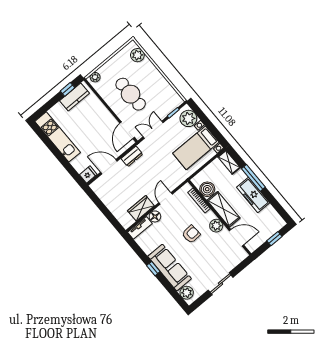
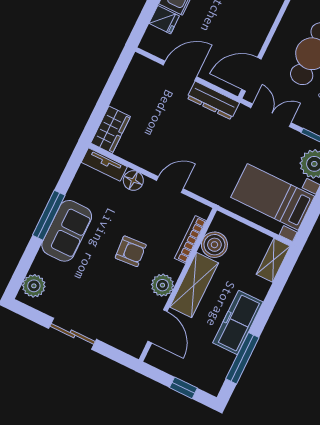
dresser: (132, 156) -> (213, 100), width x1.44
door: (109, 167) -> (180, 71), hinge flipped
fridge: (88, 175) -> (164, 20), moved
window: (253, 178) -> (242, 358), moved
wardrobe: (141, 208) -> (111, 130), moved, turned 90
sofa: (170, 267) -> (67, 231), width x0.73
window: (153, 269) -> (49, 215), width x2.17

